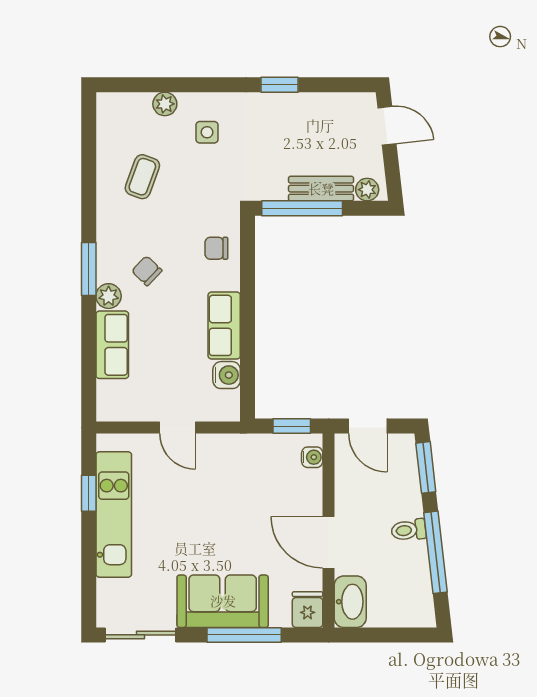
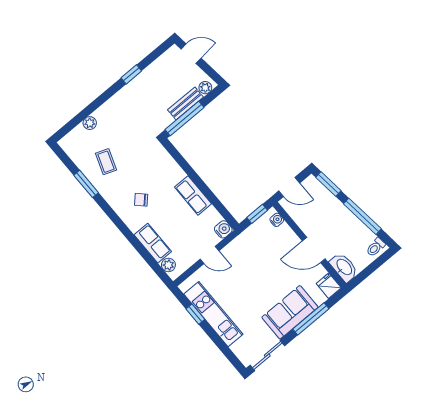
side table: (207, 132) -> (118, 120), removed
chair: (216, 248) -> (162, 166), removed
window: (89, 269) -> (86, 184), moved
plant: (109, 296) -> (168, 265), moved
water cooler: (227, 375) -> (223, 229), moved
toilet: (409, 530) -> (376, 247), moved

